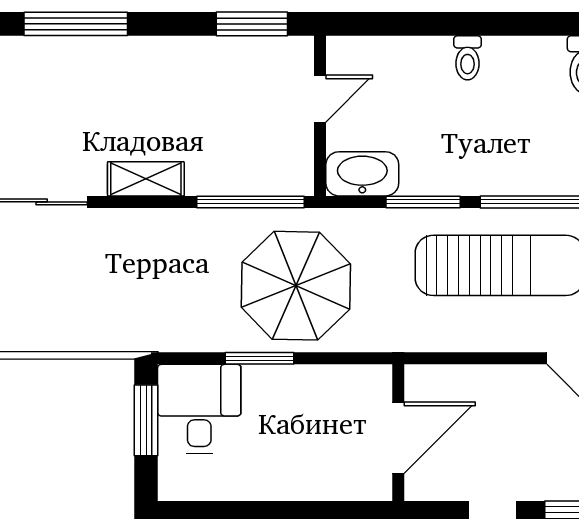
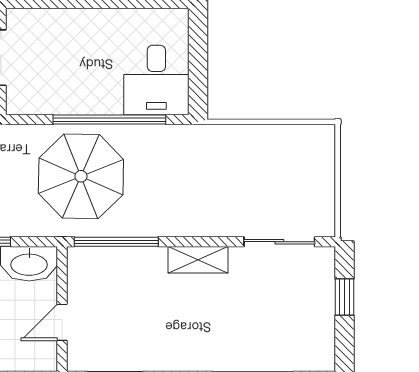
window: (259, 358) -> (109, 120), width x2.11
window: (146, 420) -> (198, 71), removed

